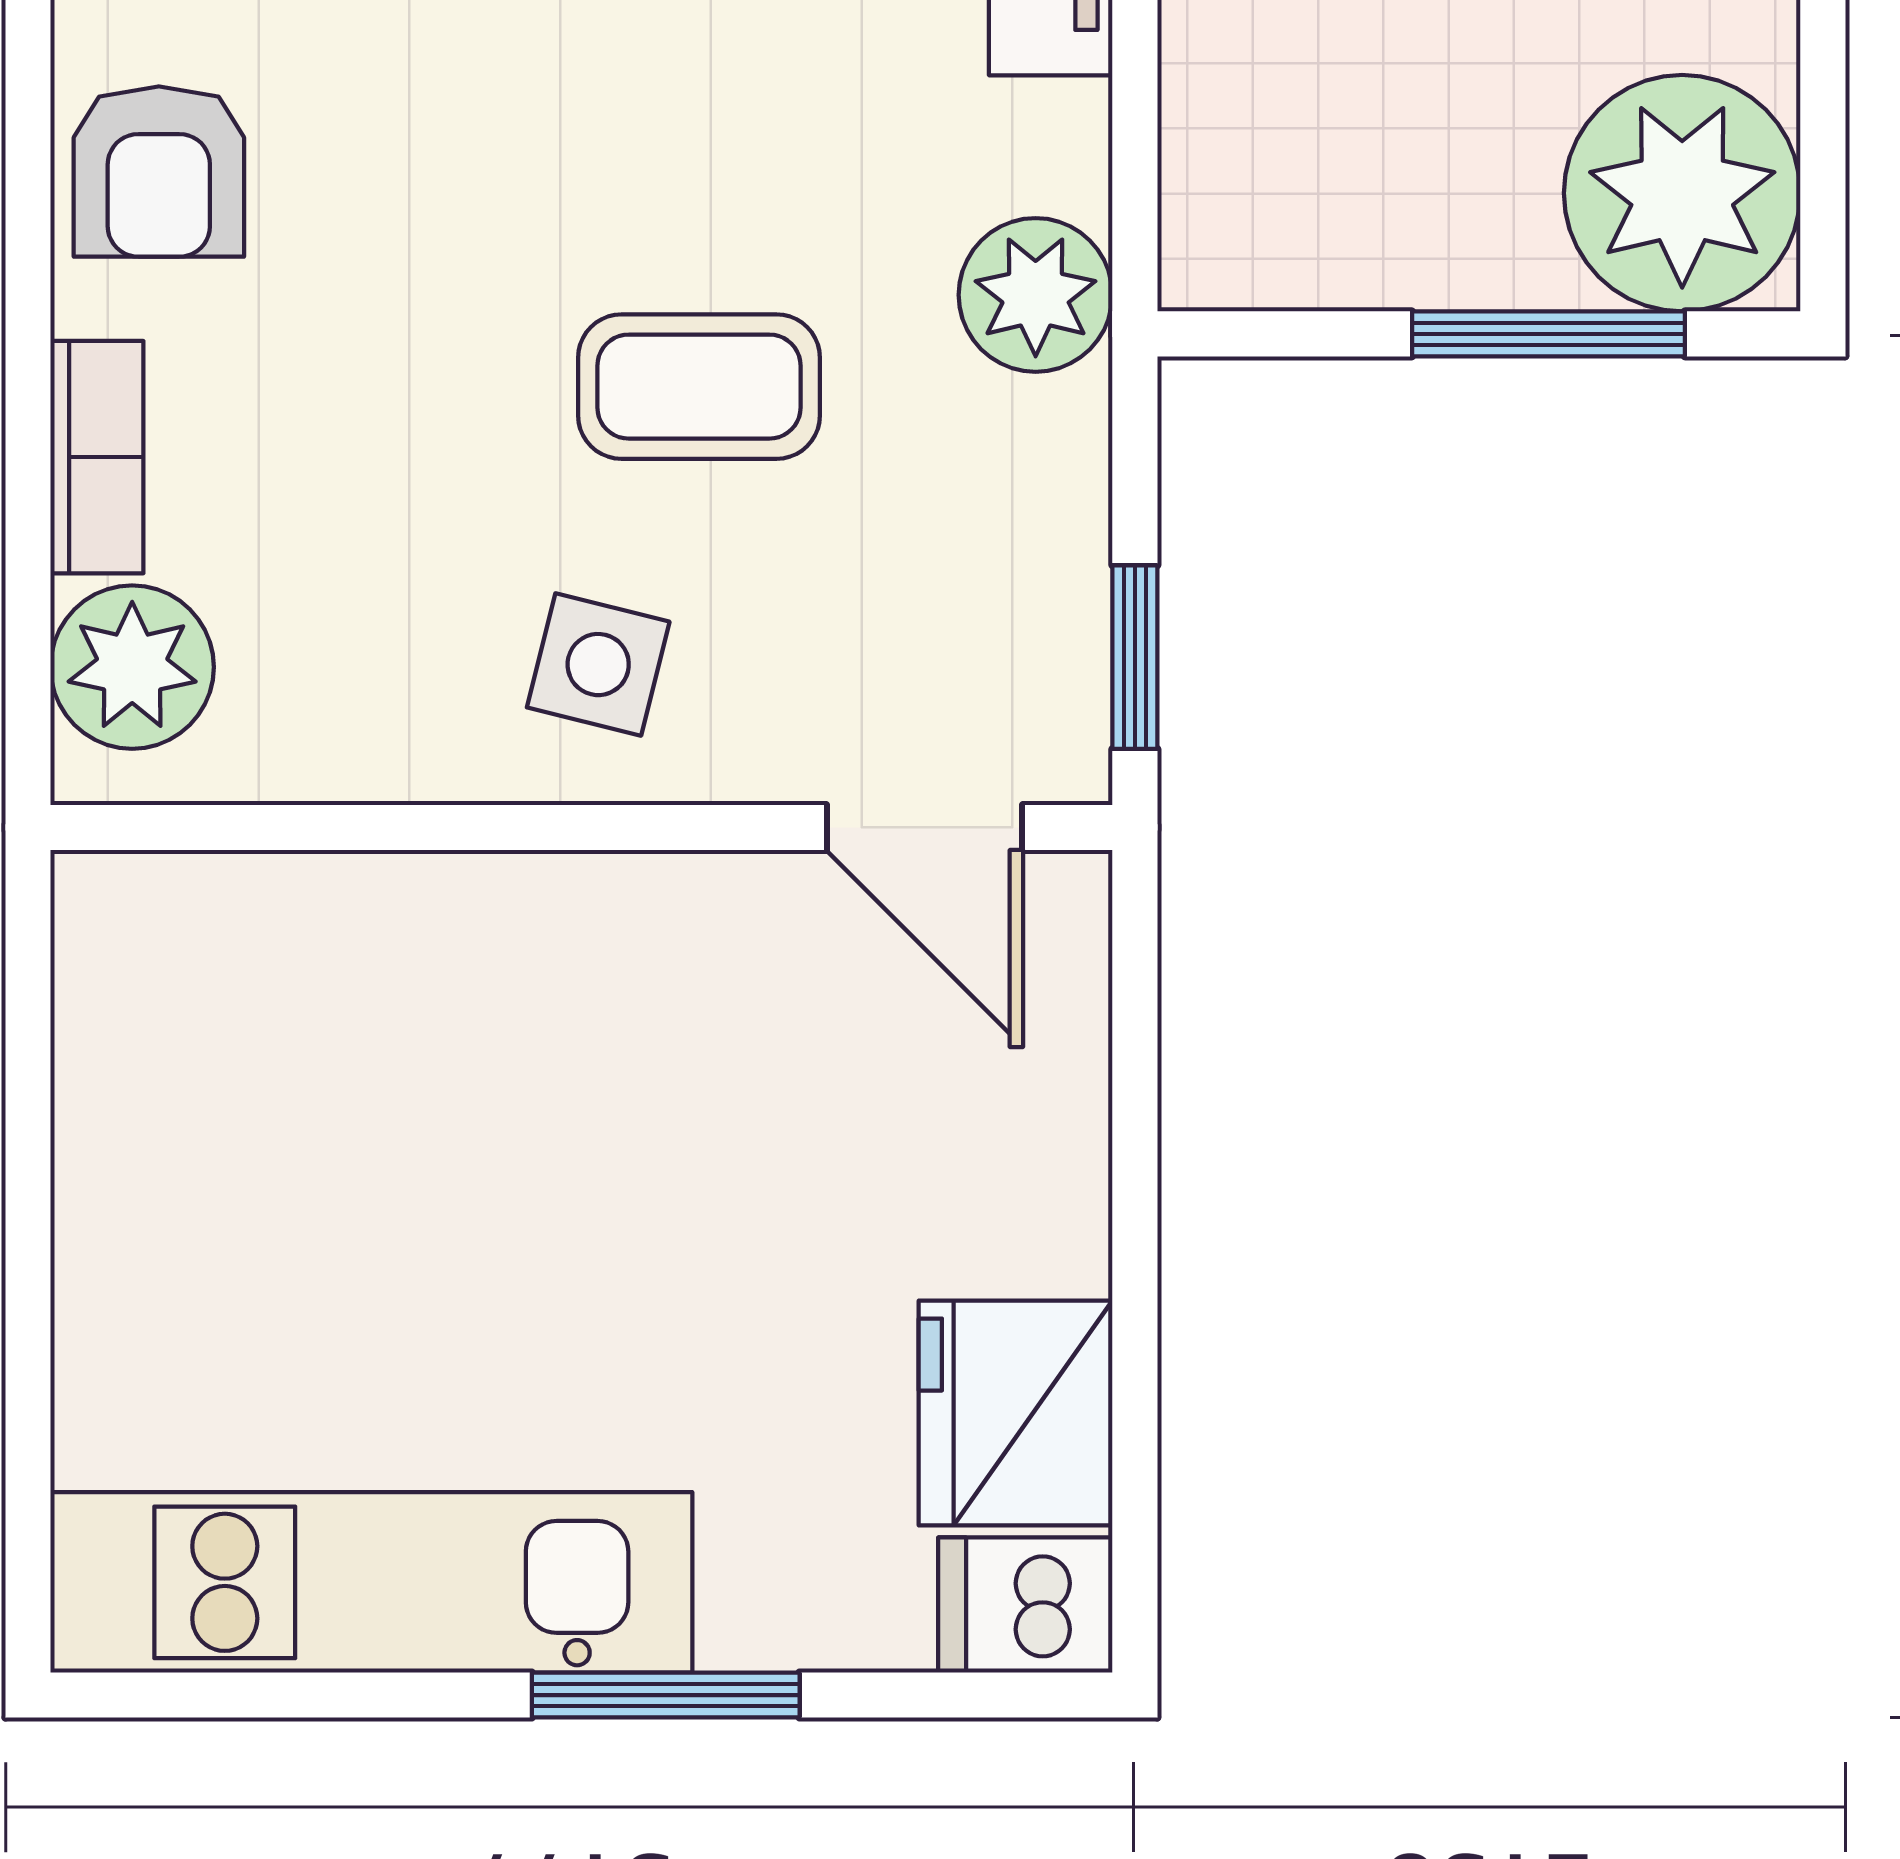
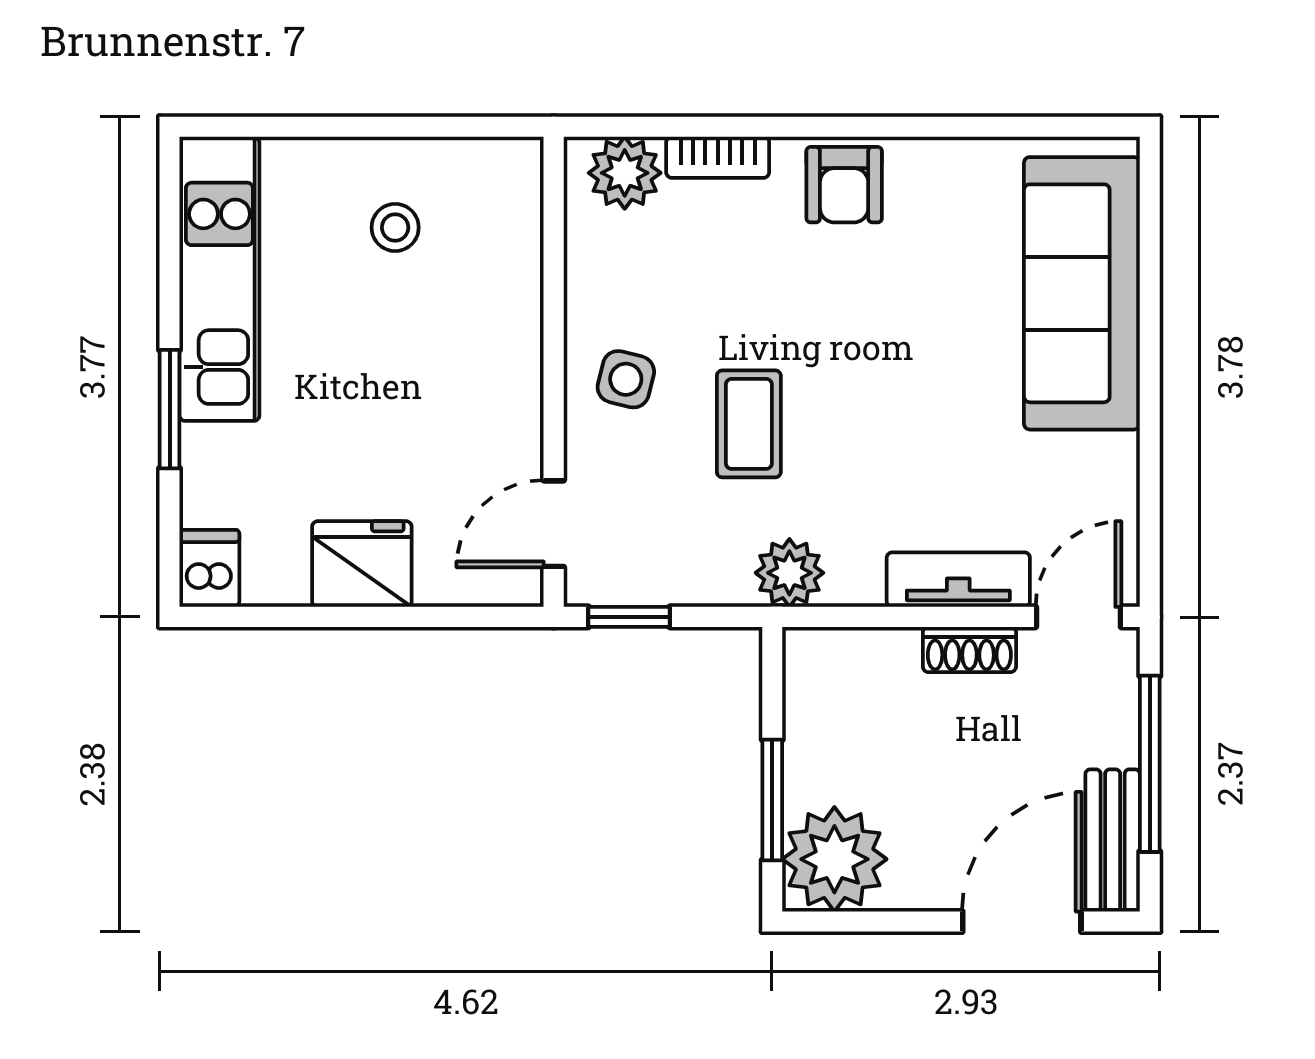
armchair: (159, 171) -> (844, 185), turned -90
stool: (255, 1186) -> (395, 227), added
fridge: (1016, 1413) -> (362, 564), moved

